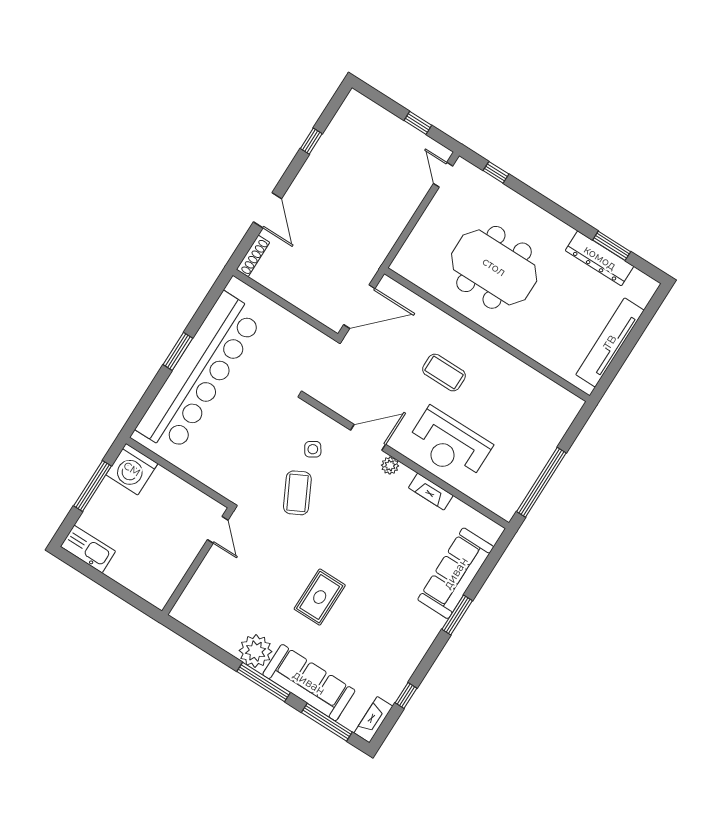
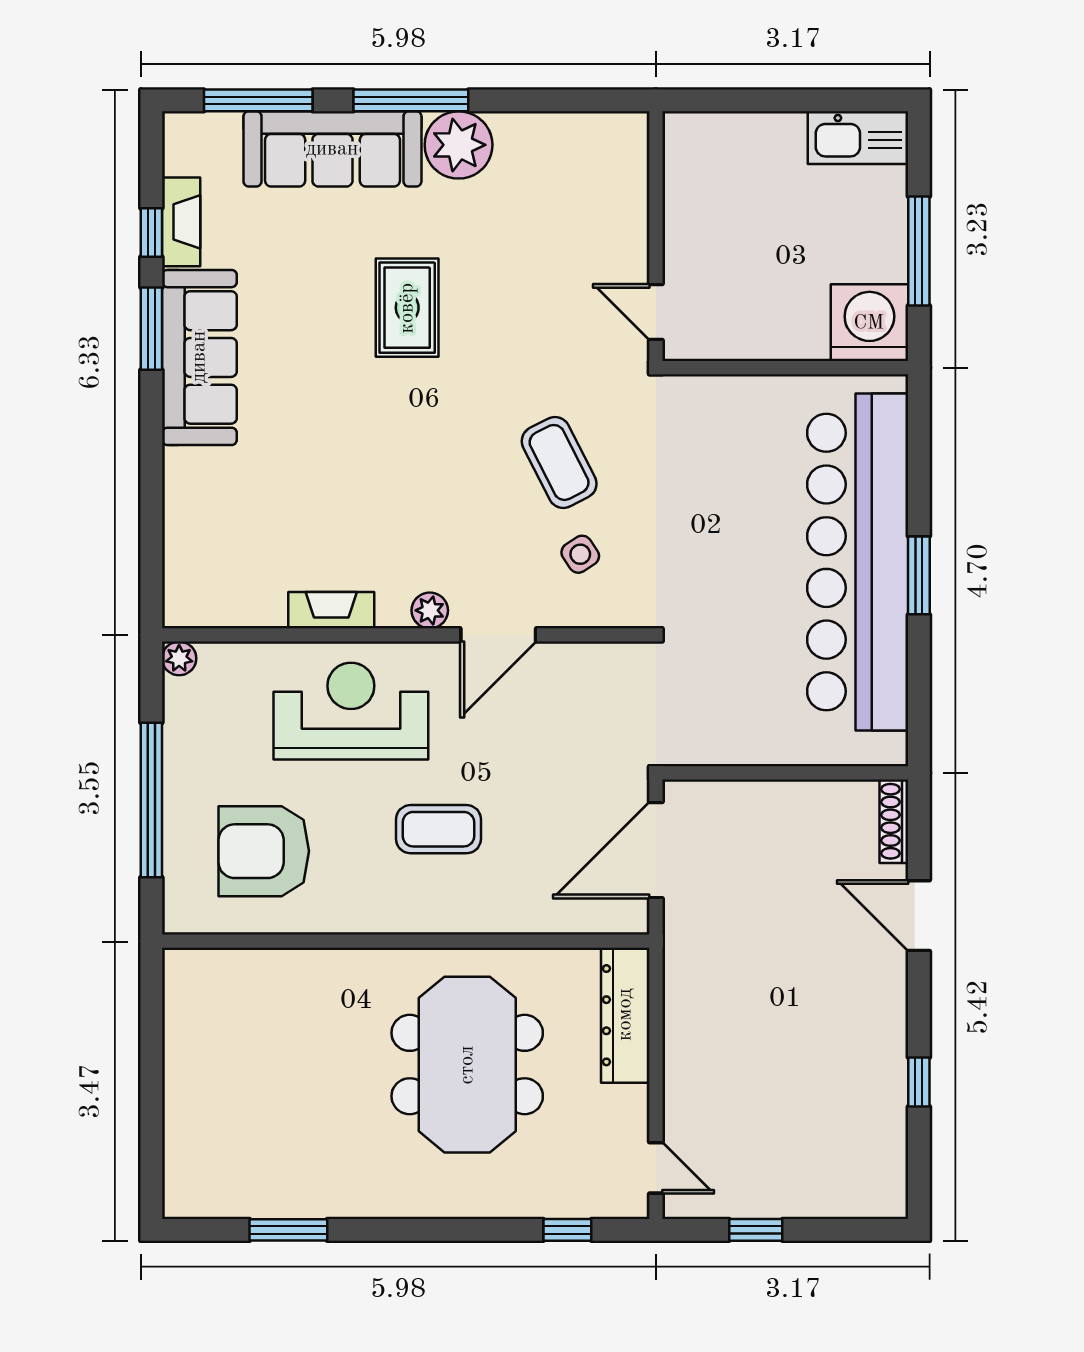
dresser: (600, 258) -> (625, 1015), moved, turned -90
meeting table: (494, 267) -> (467, 1065), turned 90
tv unit: (610, 342) -> (186, 1062), removed
armchair: (522, 409) -> (264, 851), added
window: (541, 482) -> (151, 800), moved
plant: (507, 512) -> (179, 658), added
sofa: (456, 573) -> (199, 357), moved
window: (457, 615) -> (151, 329), moved
fireplace: (373, 720) -> (181, 222), moved

